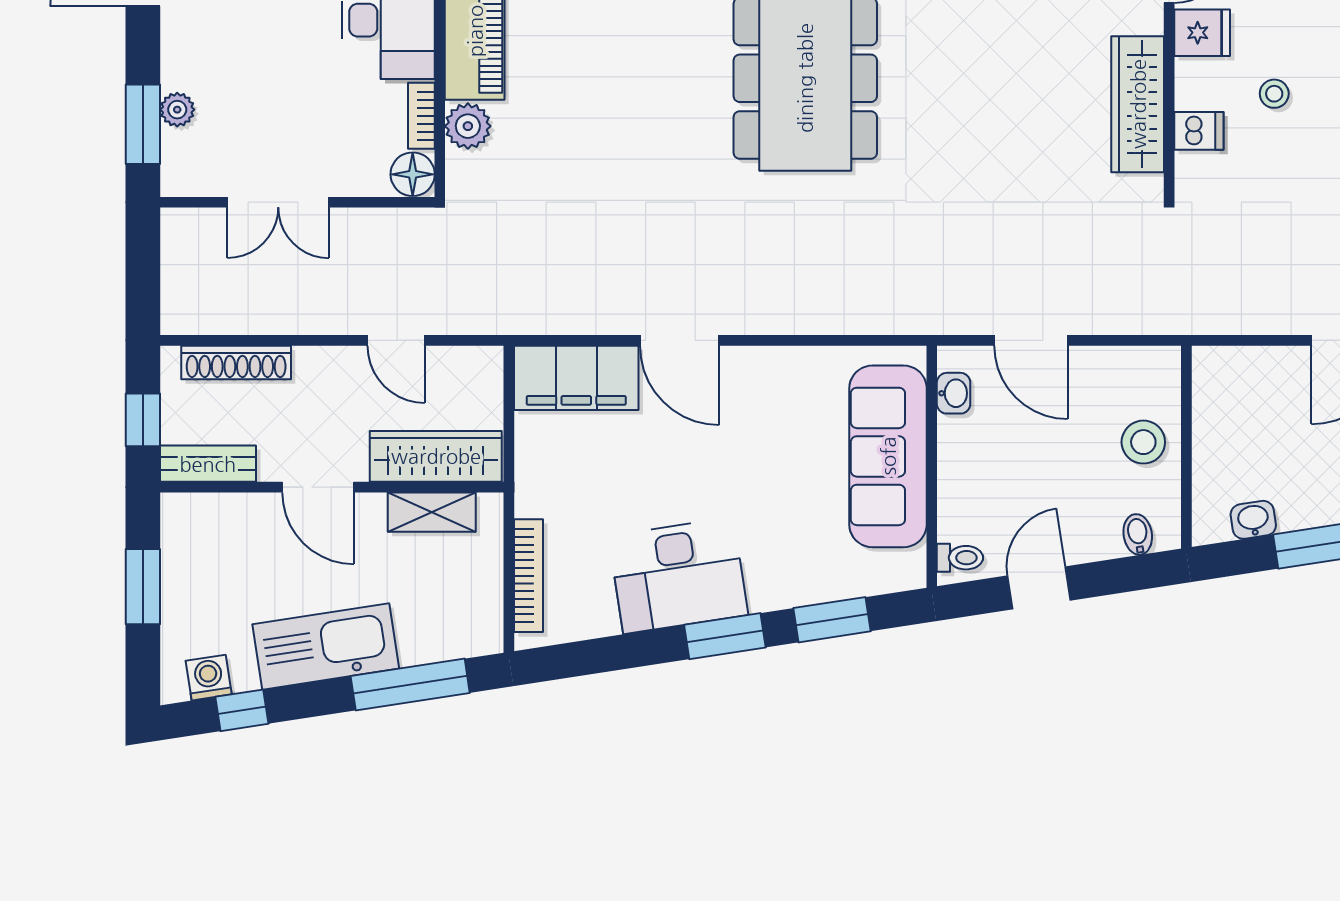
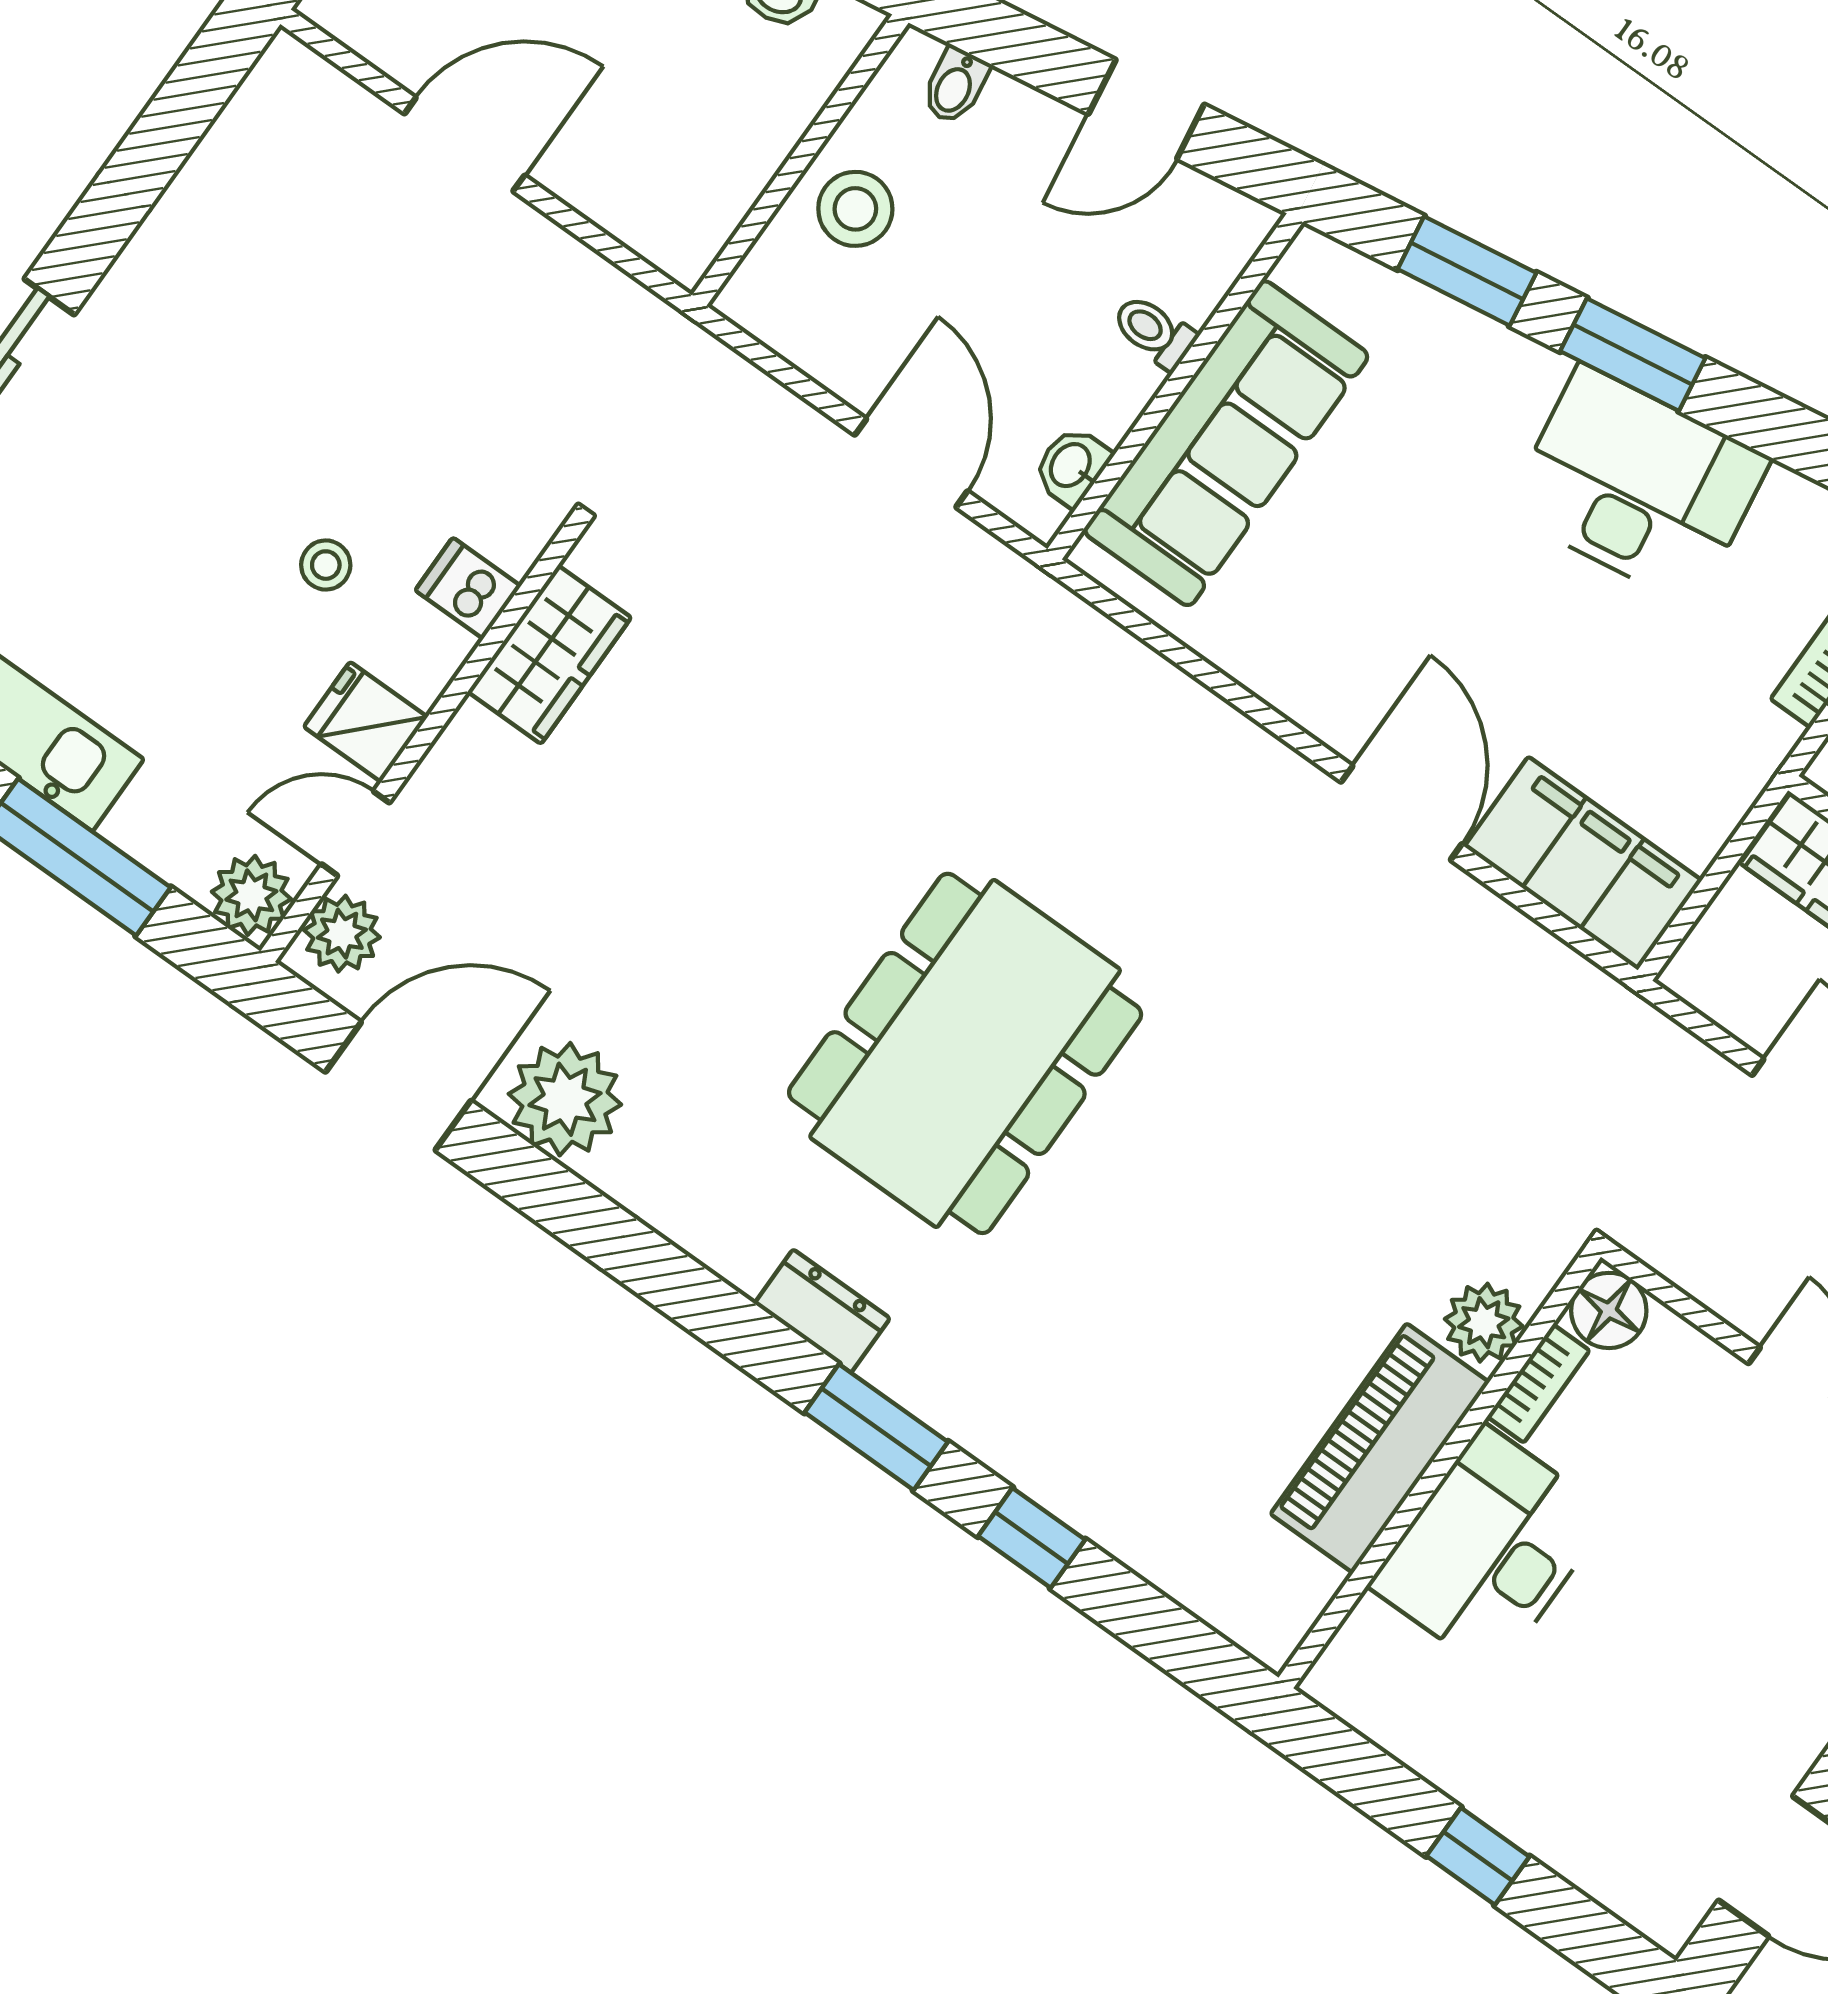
wardrobe: (1138, 104) -> (549, 655), width x0.67
toilet: (960, 558) -> (1154, 332), moved

